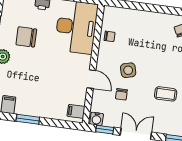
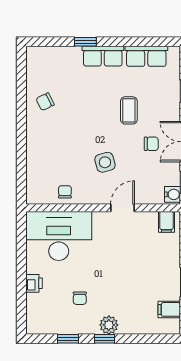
chair: (26, 37) -> (80, 298), width x0.54, depth x0.54
chair: (121, 94) -> (151, 144), moved

